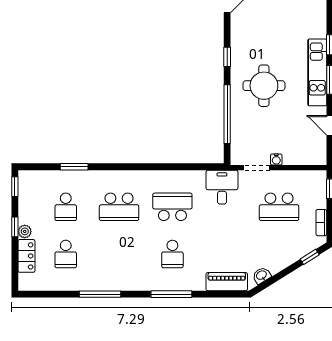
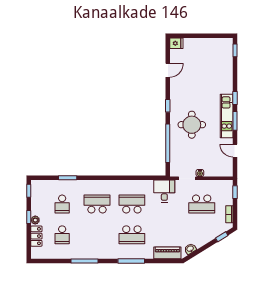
school desk: (119, 207) -> (97, 204), turned 180
school desk: (172, 254) -> (132, 235), width x1.85

